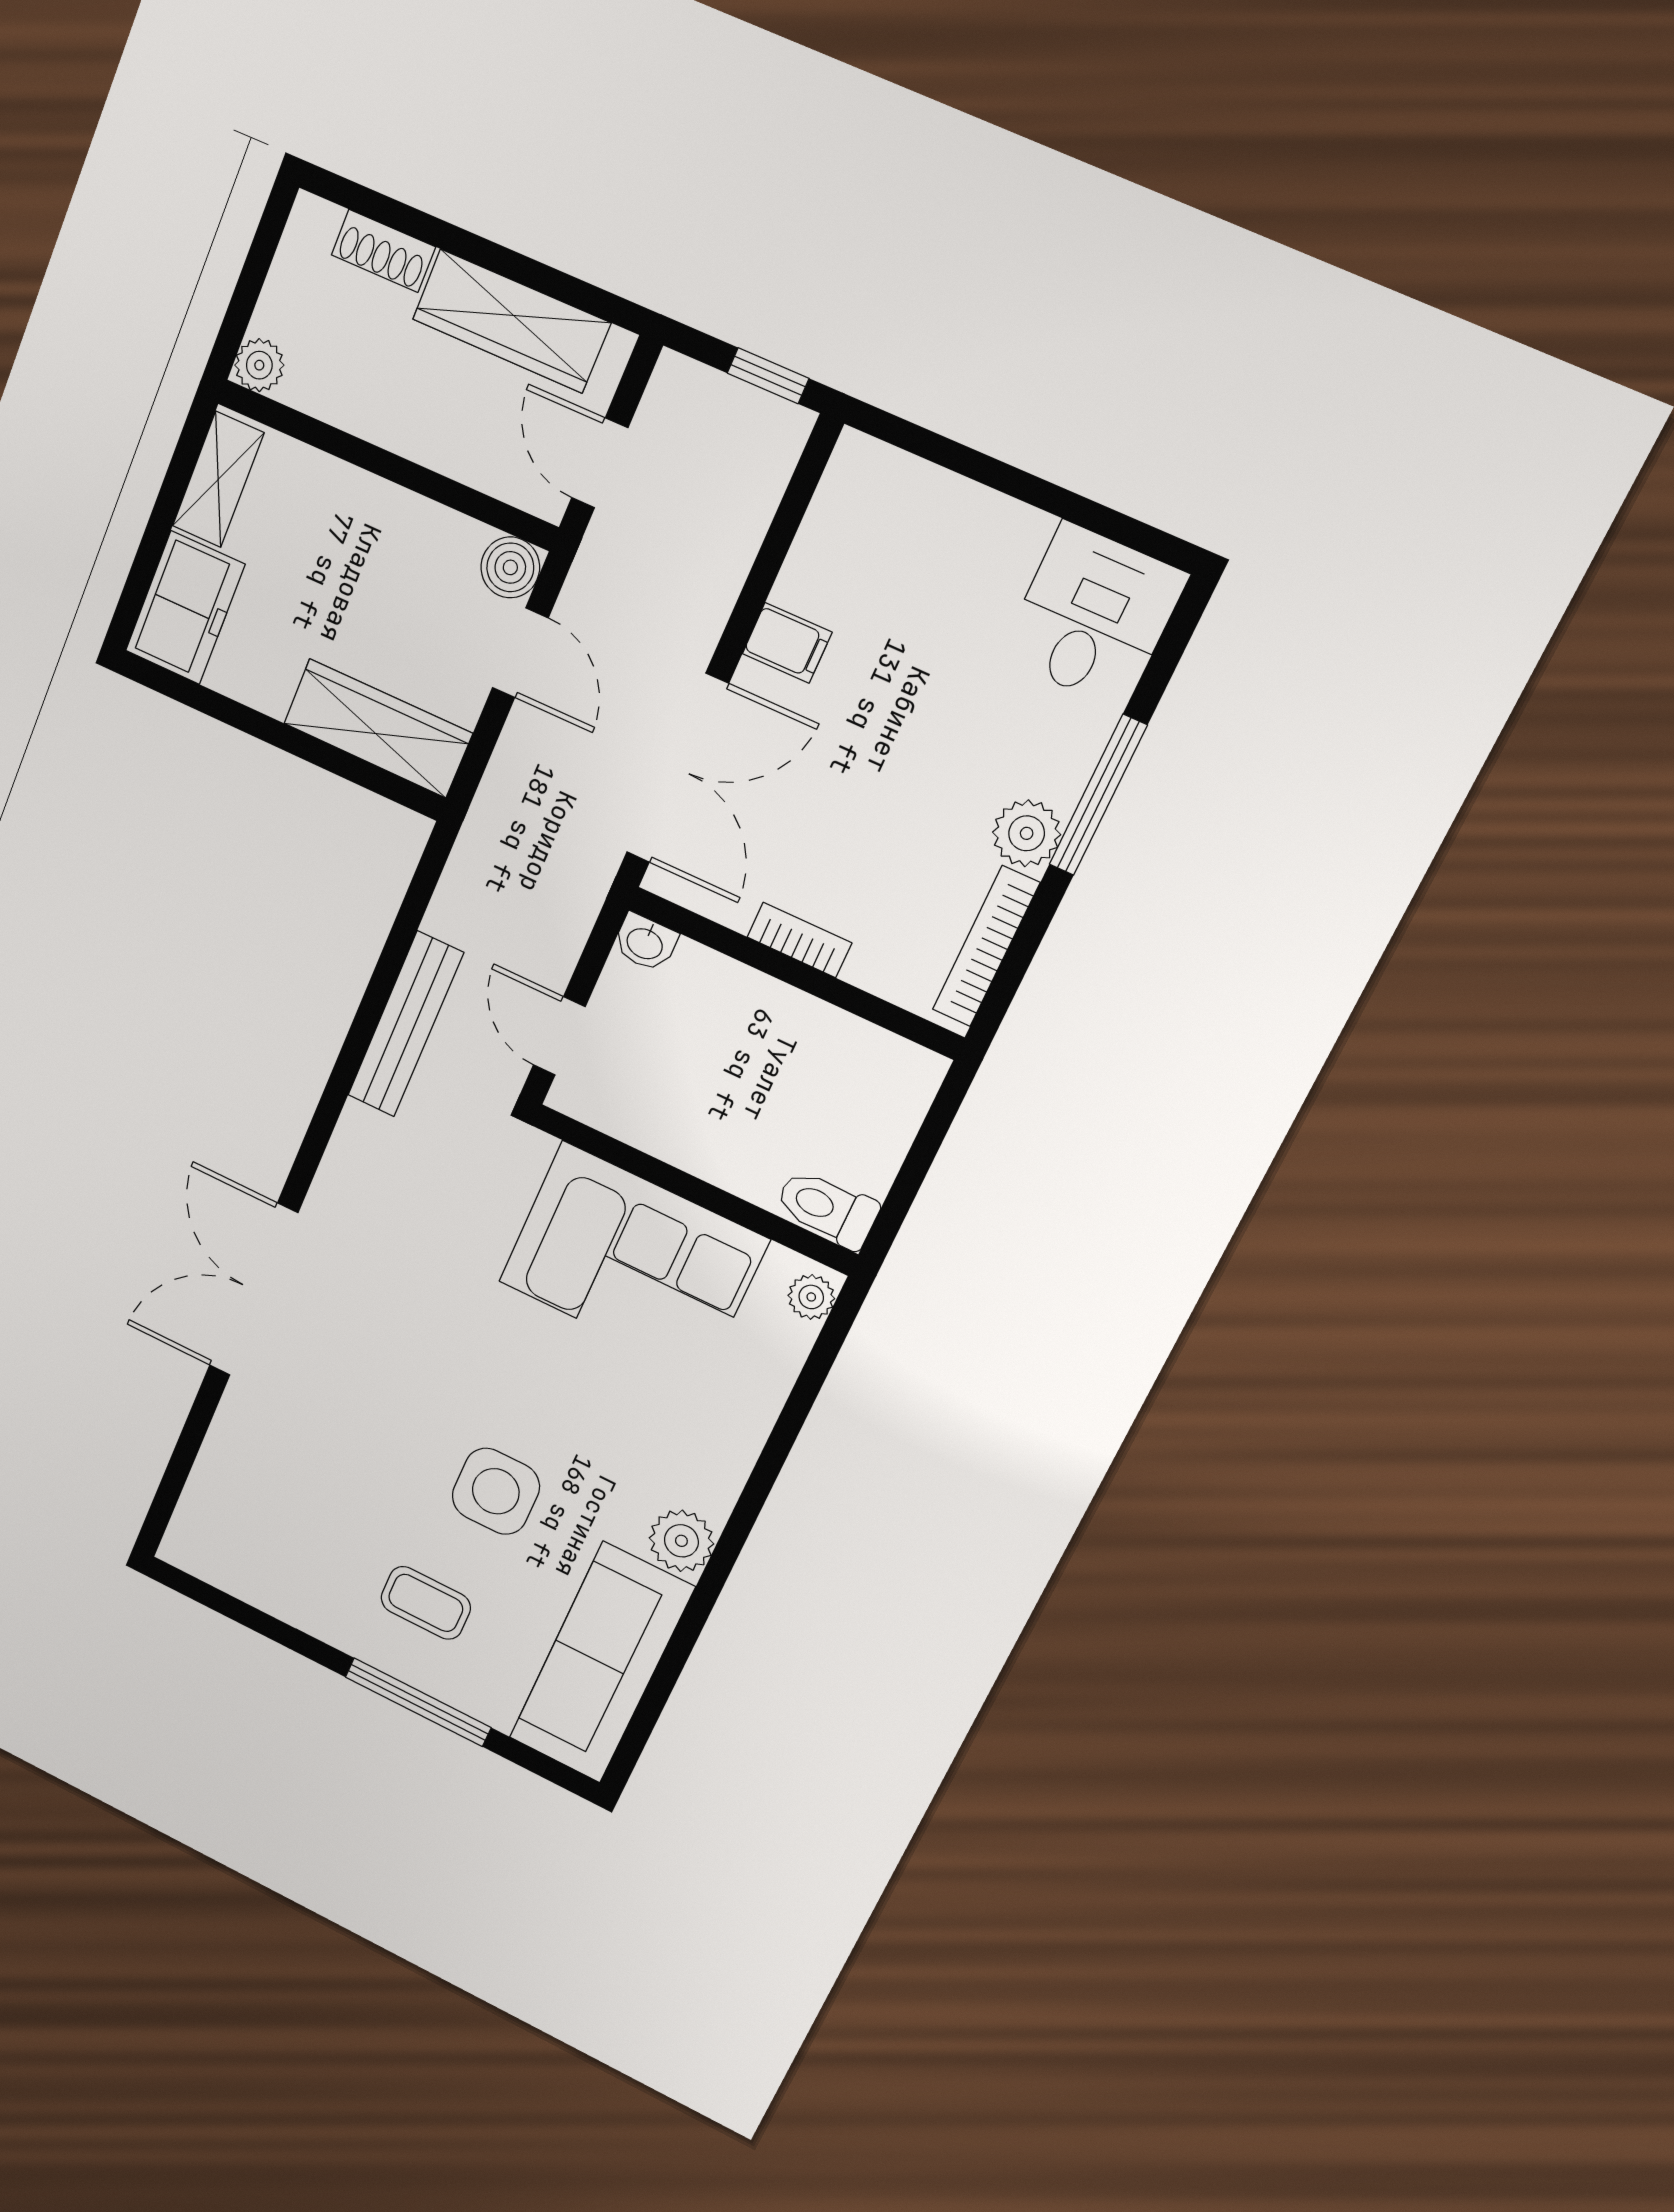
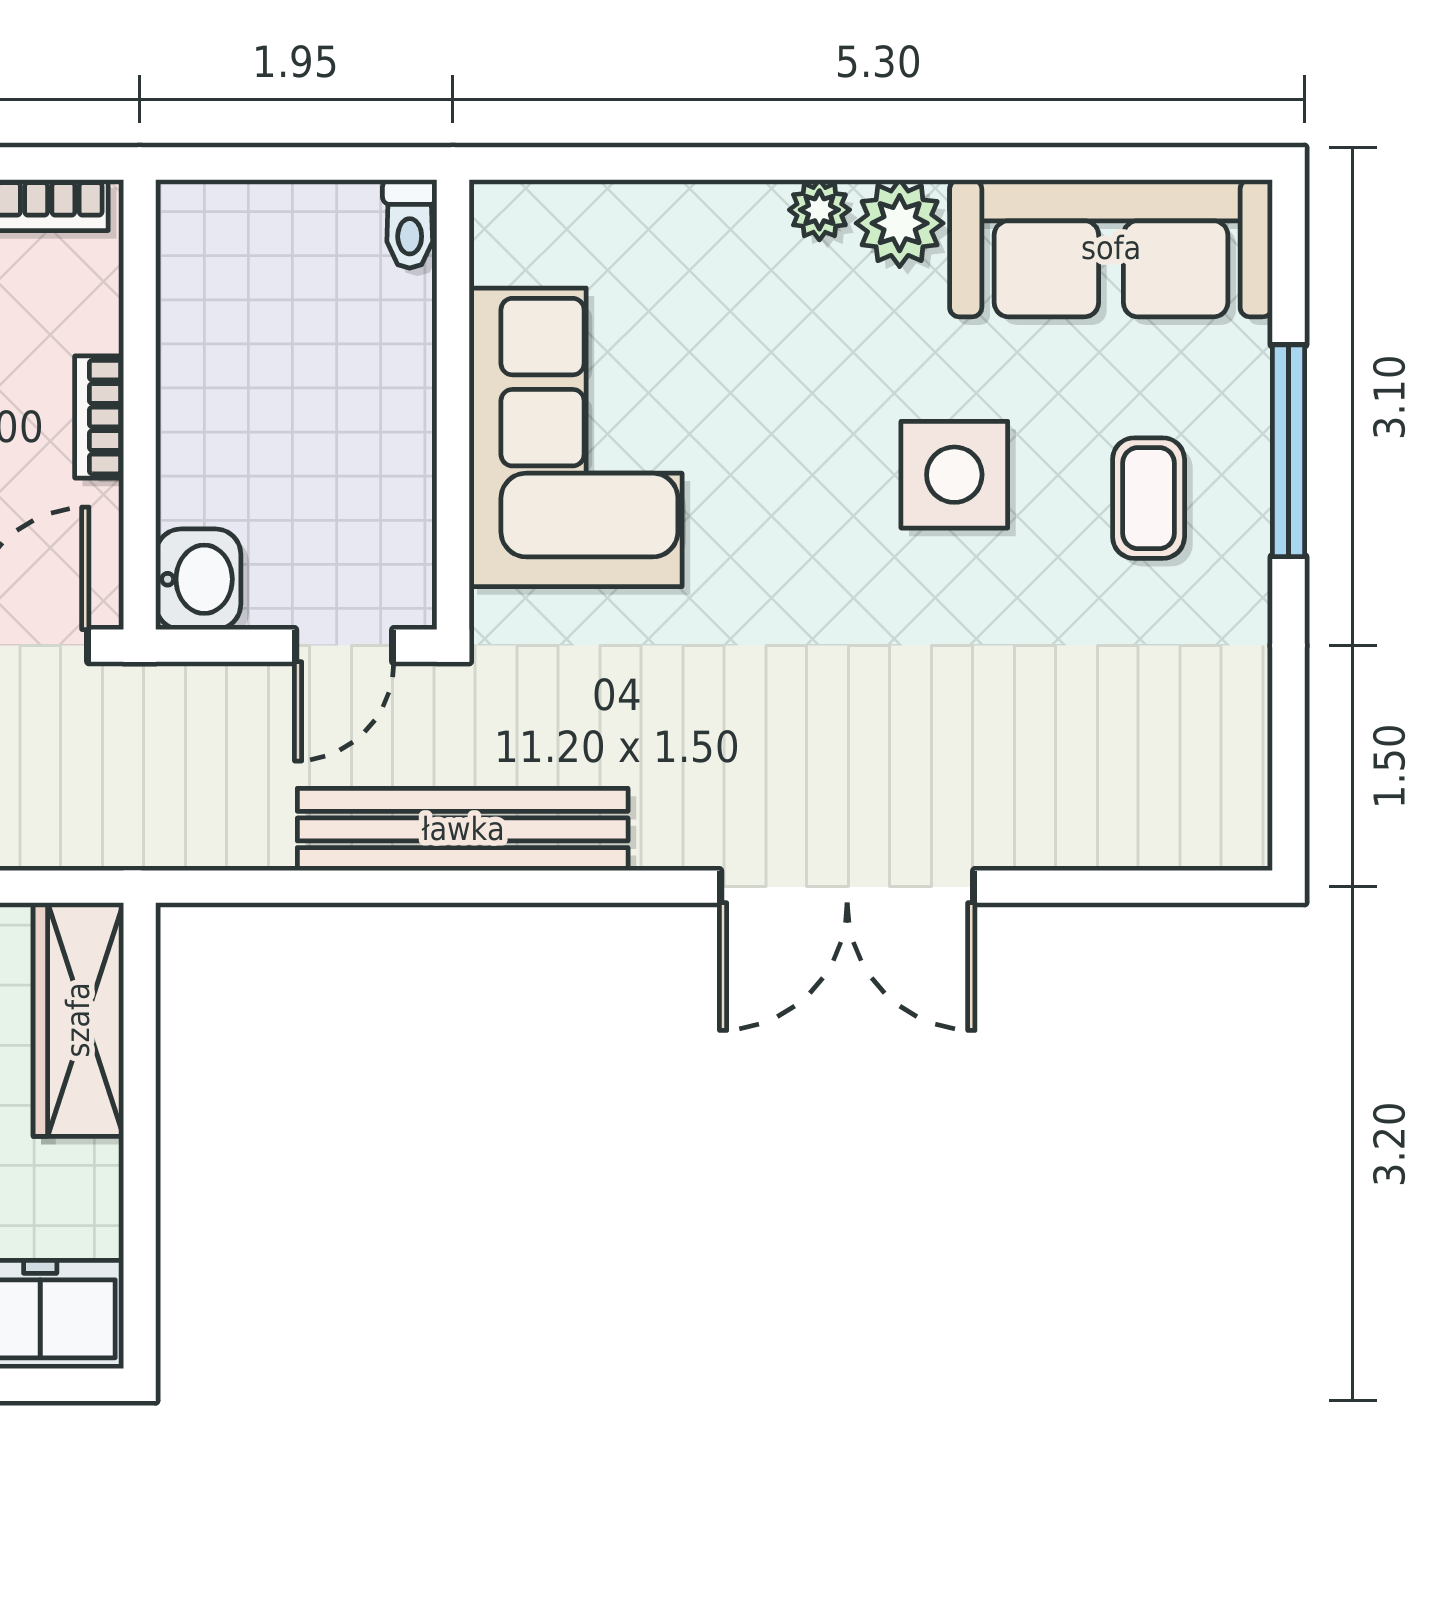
washbasin: (645, 943) -> (198, 579), width x1.38, depth x1.45
bench: (405, 1024) -> (463, 829), width x1.37, depth x1.21
toilet: (827, 1208) -> (410, 224), width x0.73, depth x0.72
plant: (811, 1297) -> (819, 210), moved

